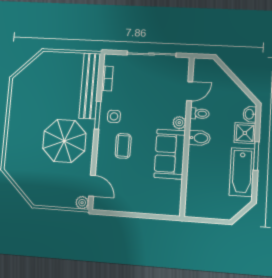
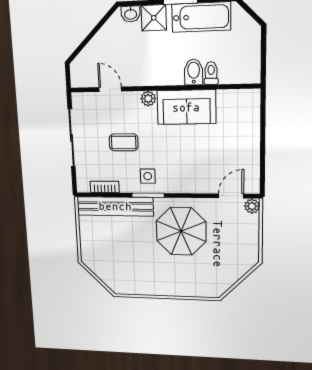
toilet: (200, 114) -> (211, 73), moved
bidet: (199, 138) -> (194, 72), moved
coffee table: (123, 146) -> (124, 142), moved

